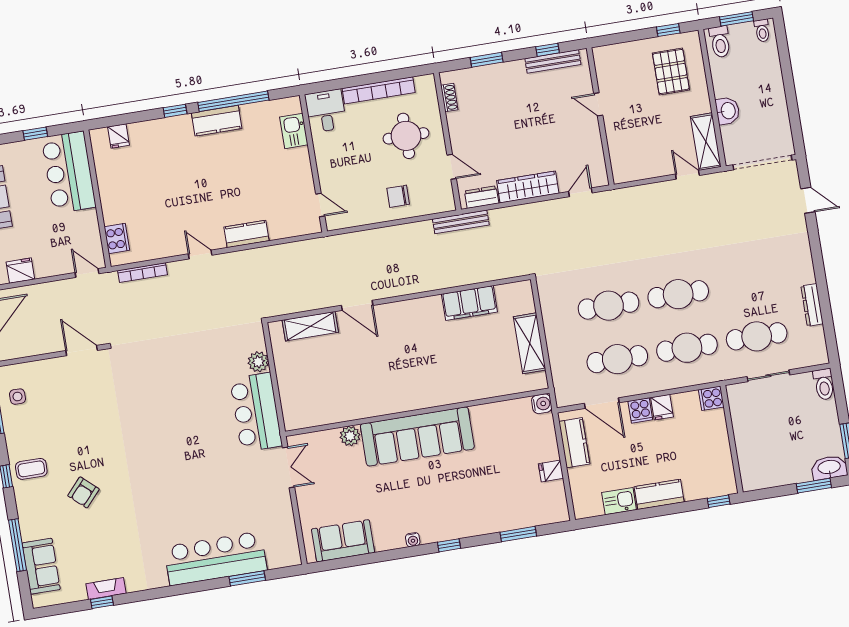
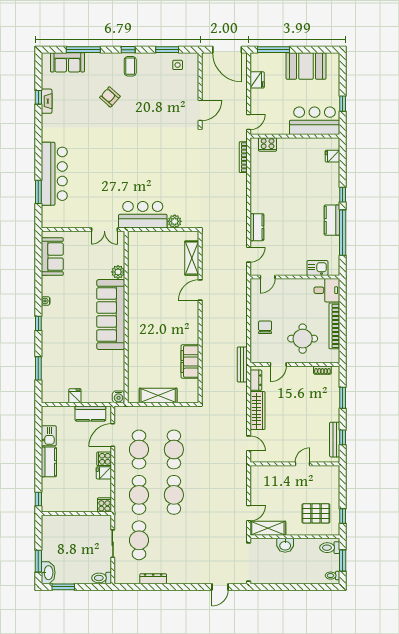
door: (200, 255) -> (249, 255), moved

